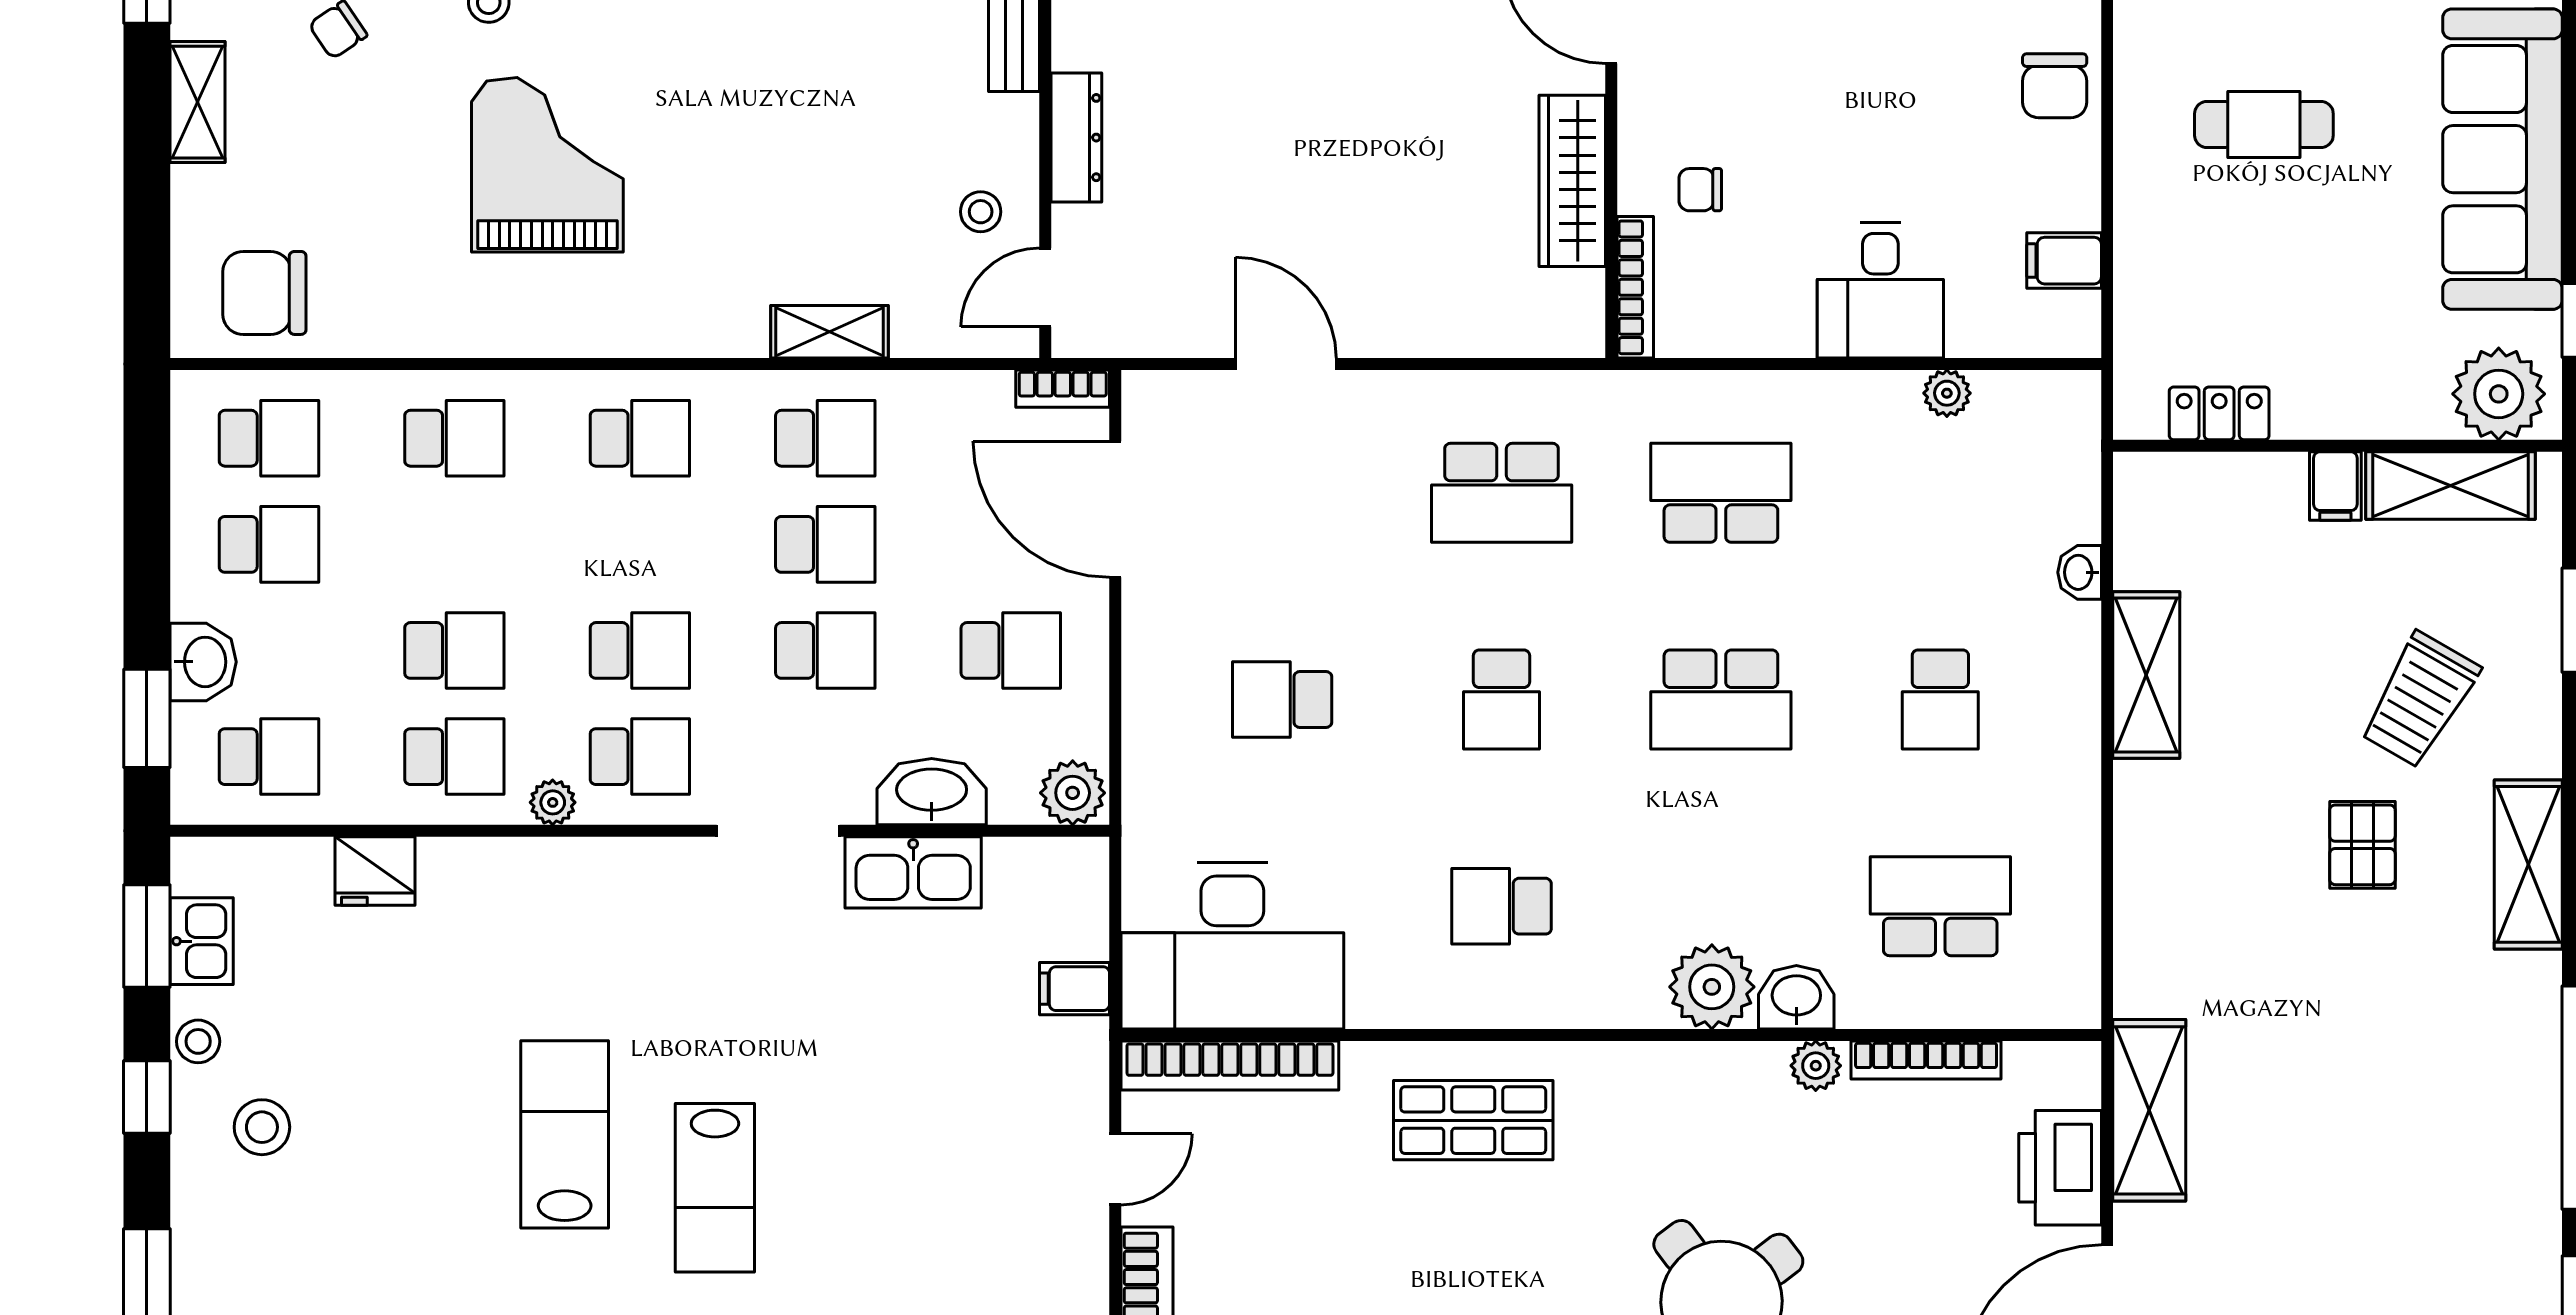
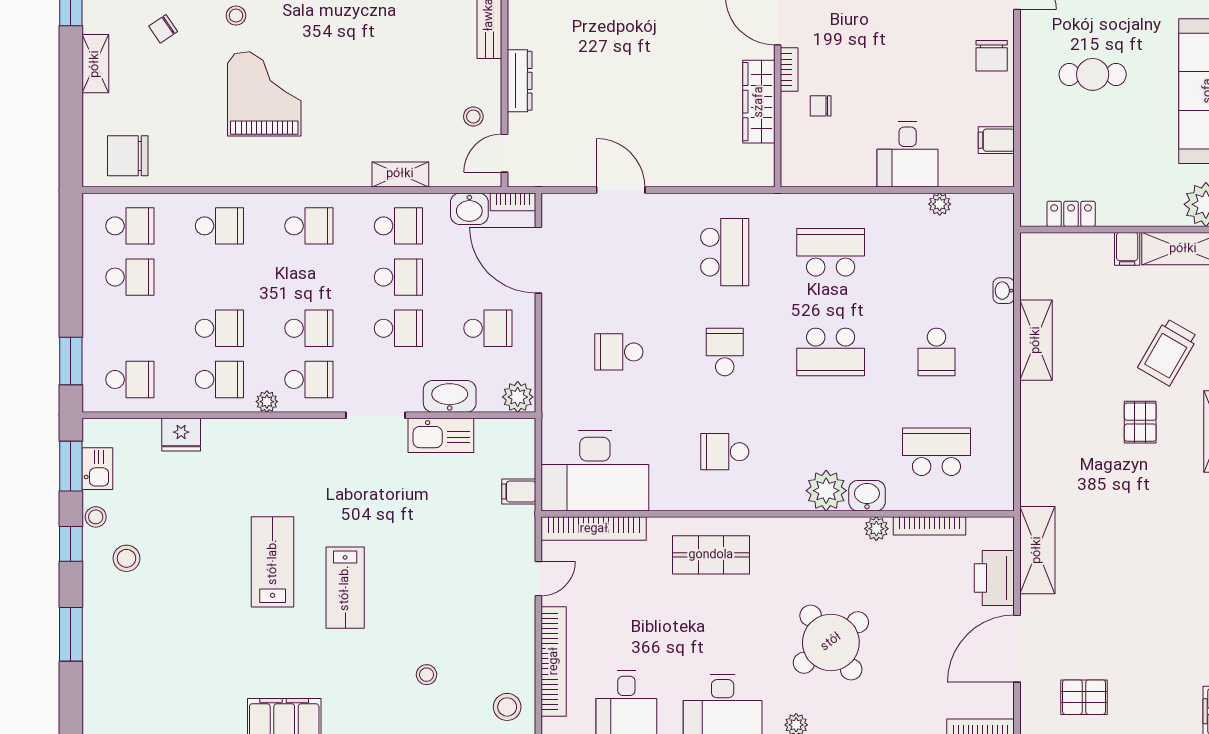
bookcase: (1635, 287) -> (789, 70), moved, width x0.64
school desk: (1502, 493) -> (725, 252), turned -90
washbasin: (203, 662) -> (469, 209), moved, turned 90
school desk: (1502, 700) -> (725, 352), turned 180

